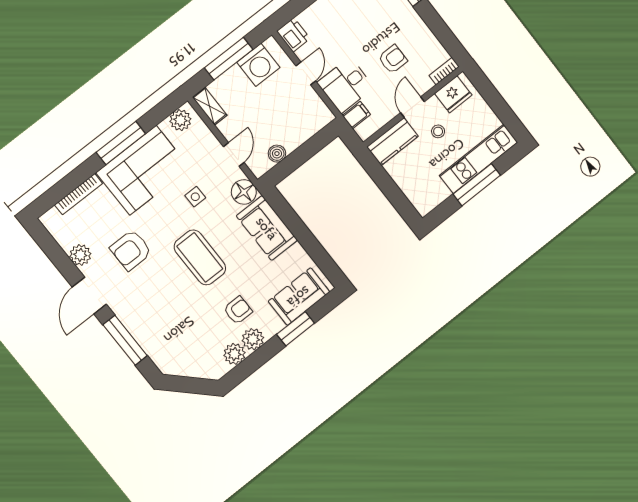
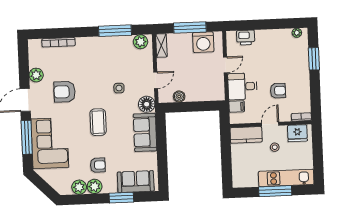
printer: (293, 35) -> (246, 38), moved, turned 90
window: (121, 143) -> (115, 31), moved
corner sofa: (143, 170) -> (50, 143), moved, turned -90
coffee table: (200, 257) -> (98, 122), width x0.73, depth x0.76

